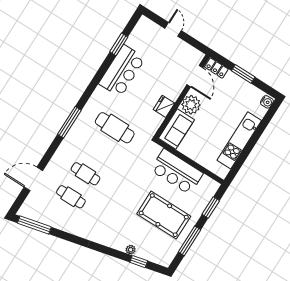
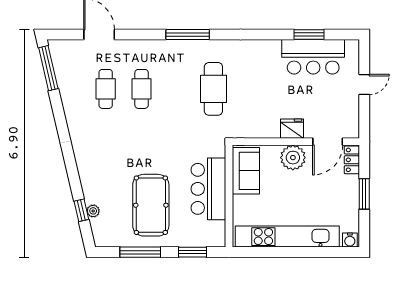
bar counter: (122, 71) -> (313, 57), moved
fridge: (164, 106) -> (292, 129), moved
sofa: (176, 129) -> (246, 171), moved, turned -90
kitchen unit: (239, 140) -> (287, 237), width x1.36
plant: (131, 250) -> (93, 211), moved

